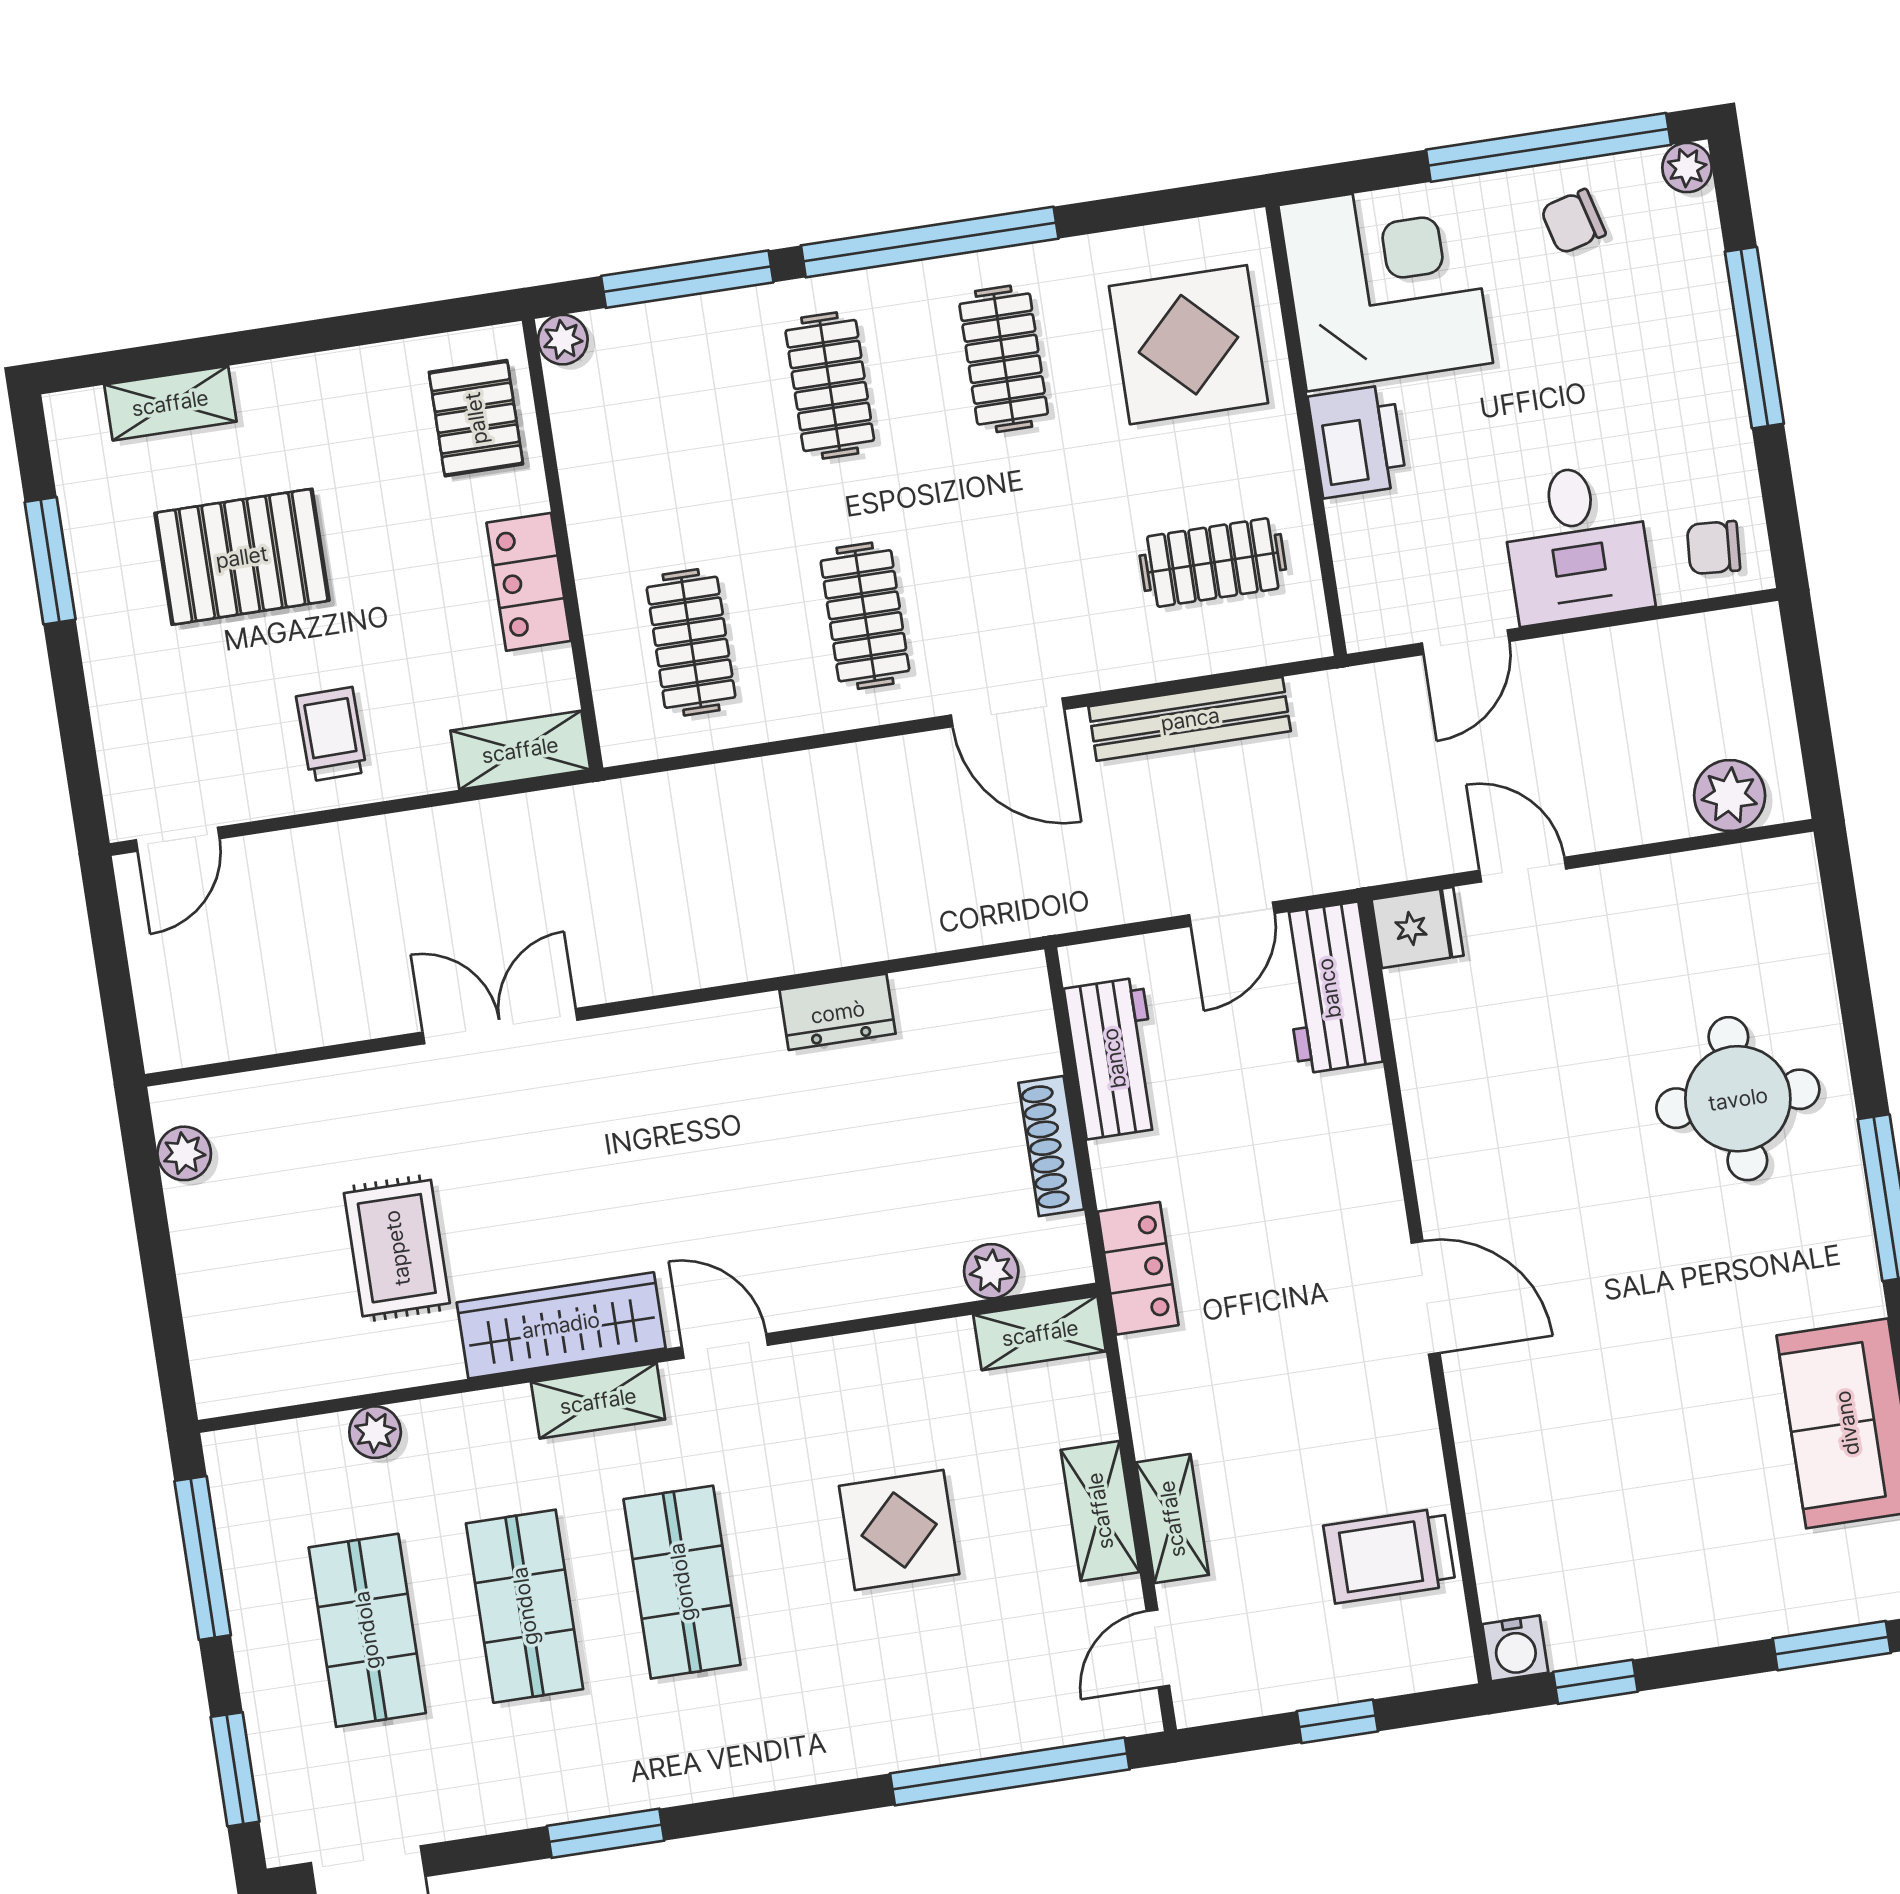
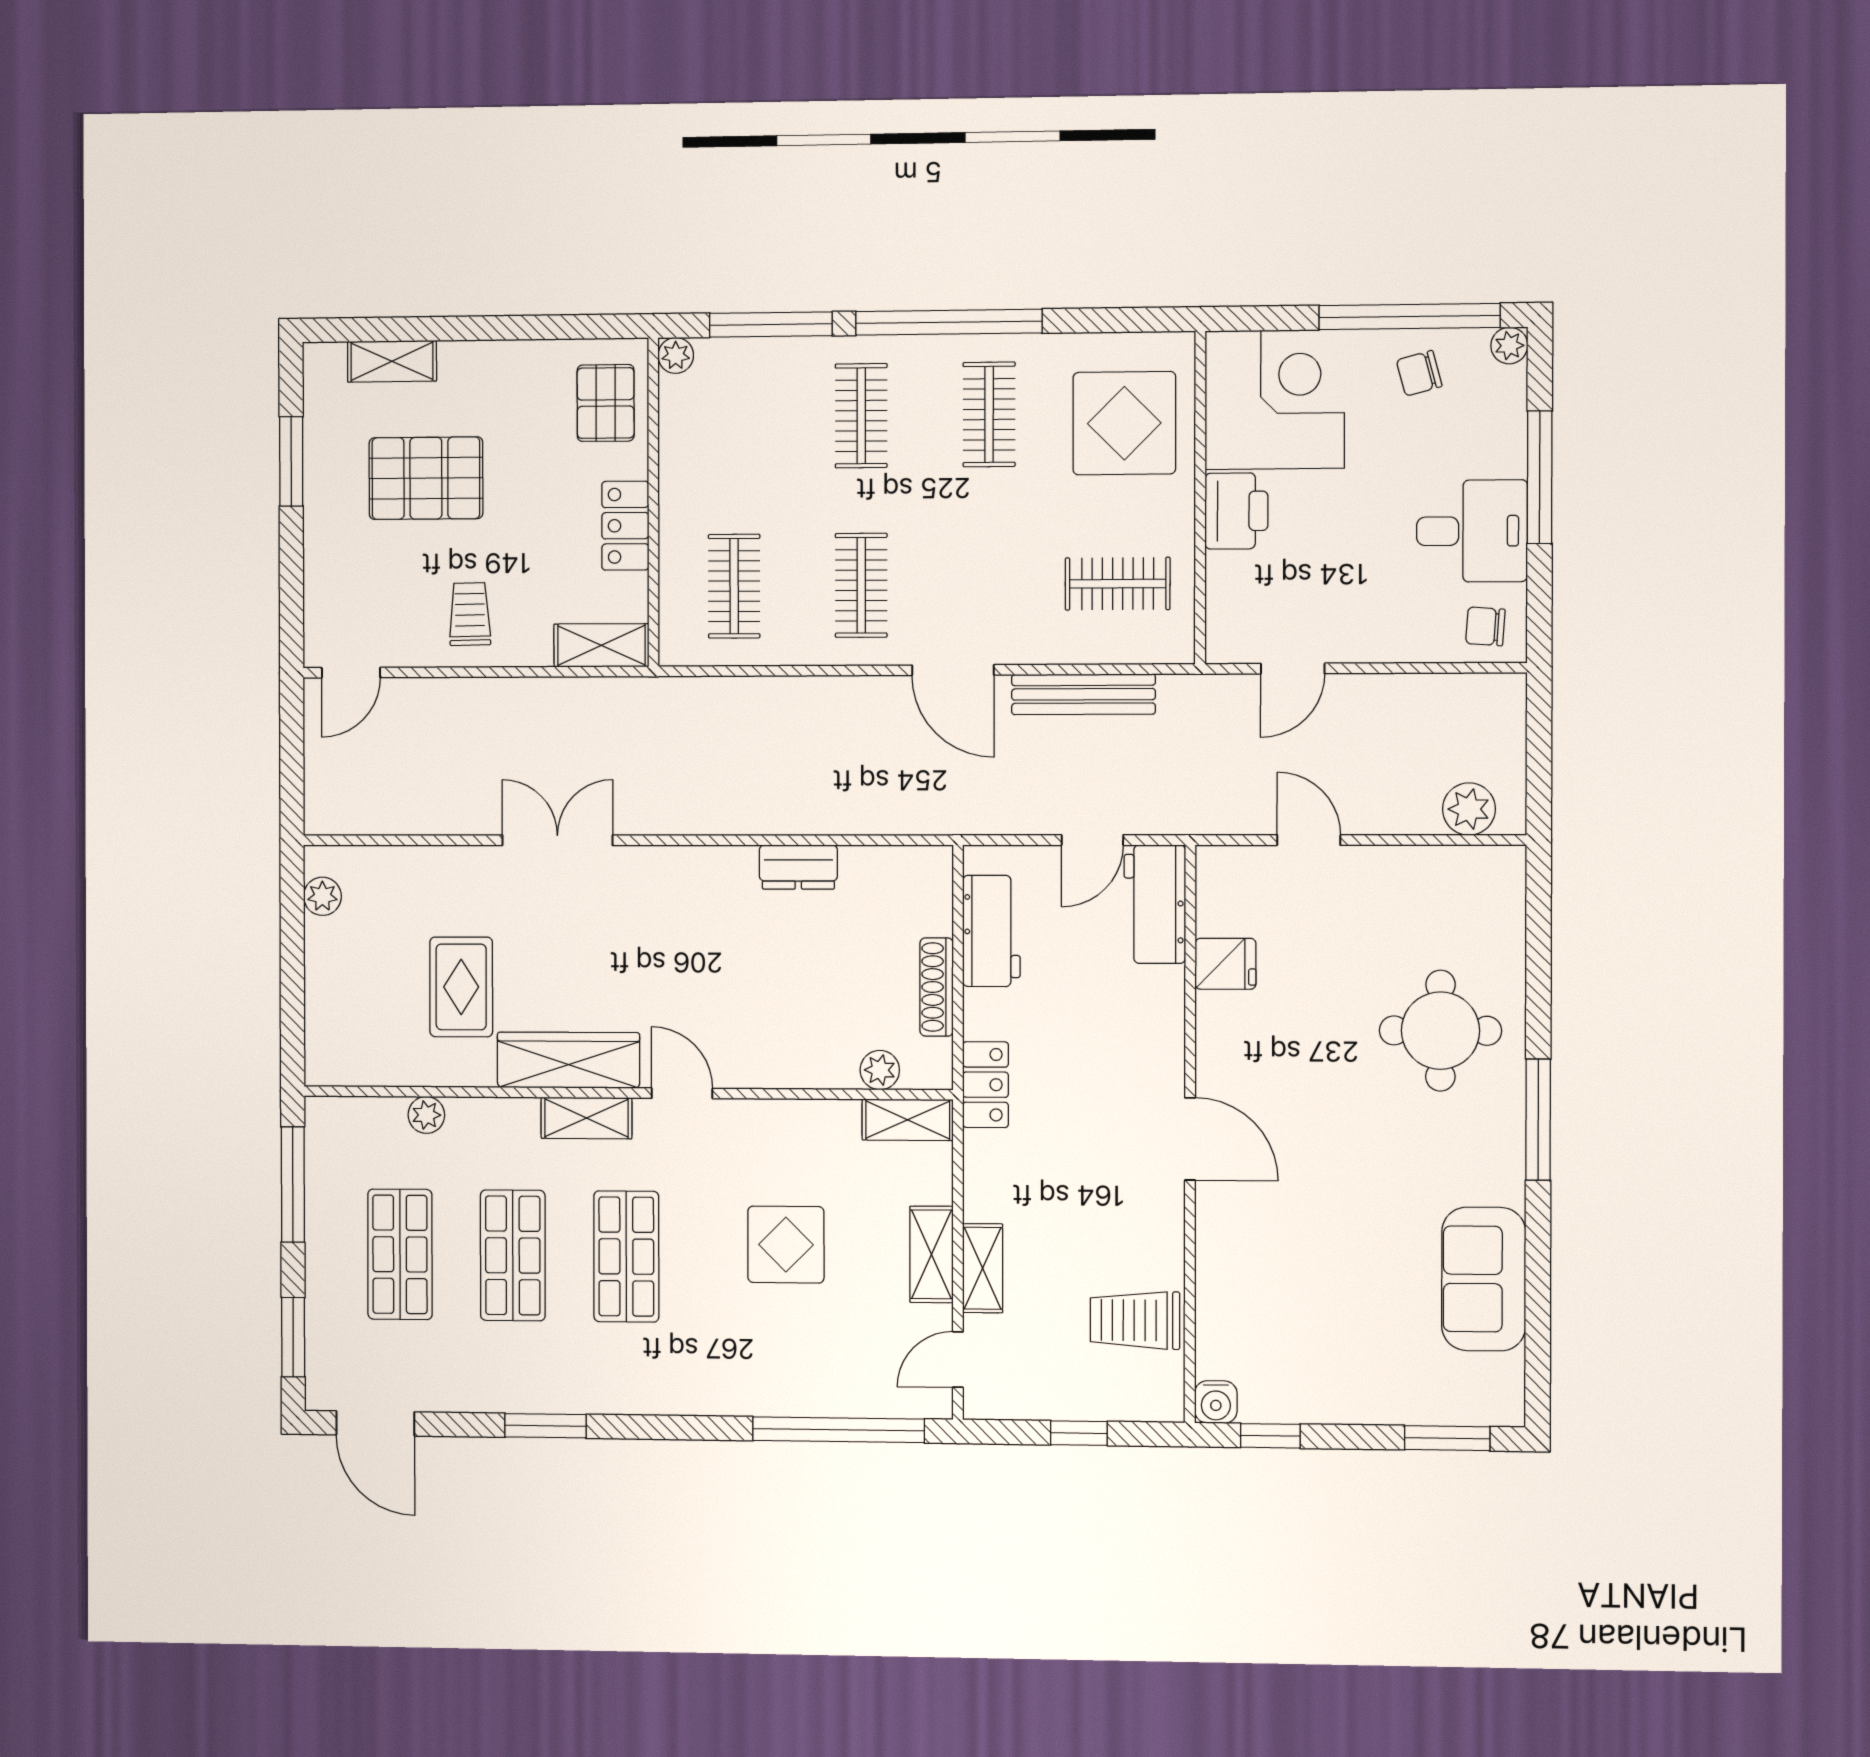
desk: (1577, 544) -> (1472, 531), moved, turned -90
fridge: (1417, 927) -> (1225, 964), moved

